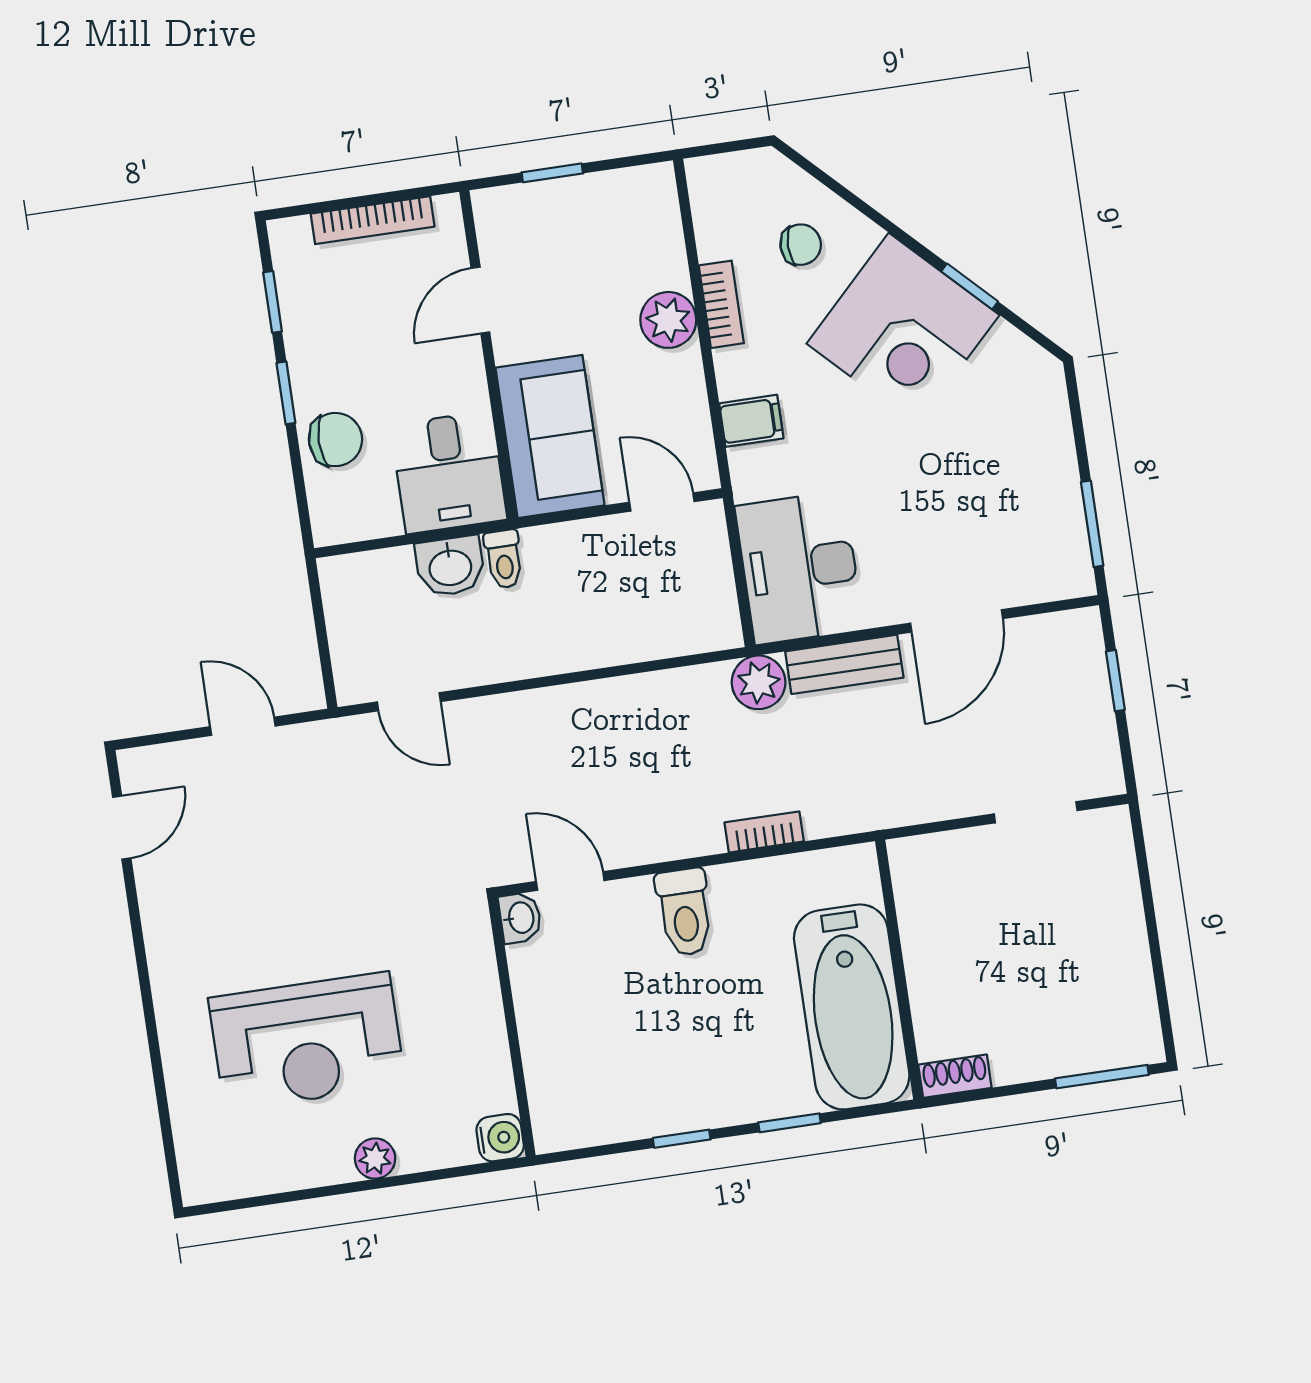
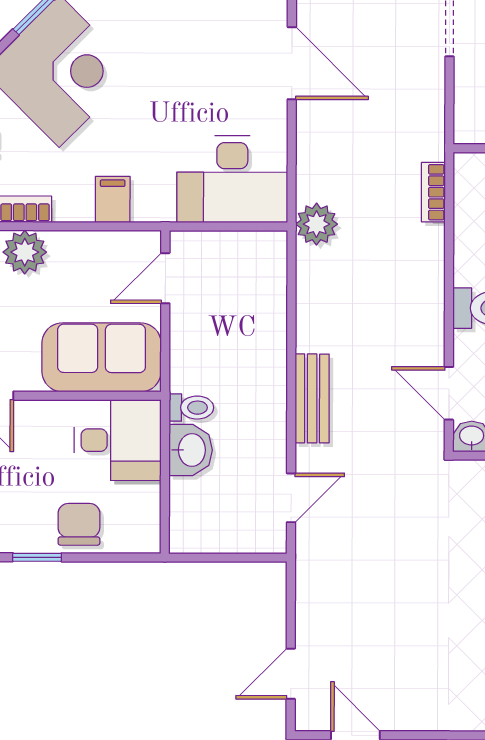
bench: (844, 664) -> (312, 398), moved
door: (243, 726) -> (291, 674), moved
bookcase: (764, 832) -> (433, 192), moved
door: (570, 881) -> (449, 393), hinge flipped

